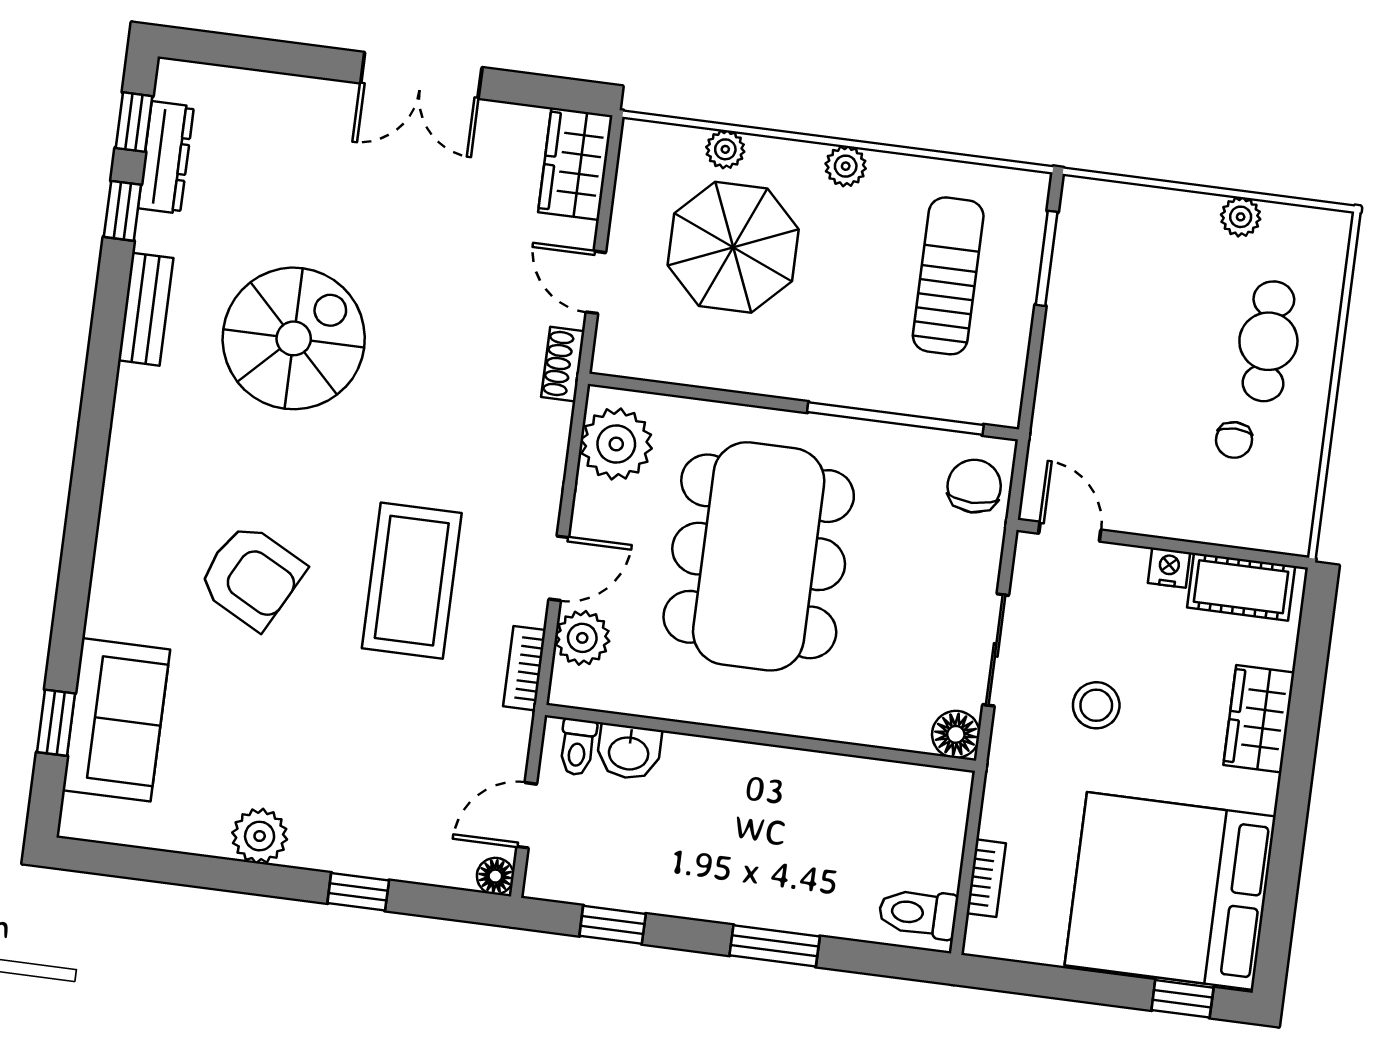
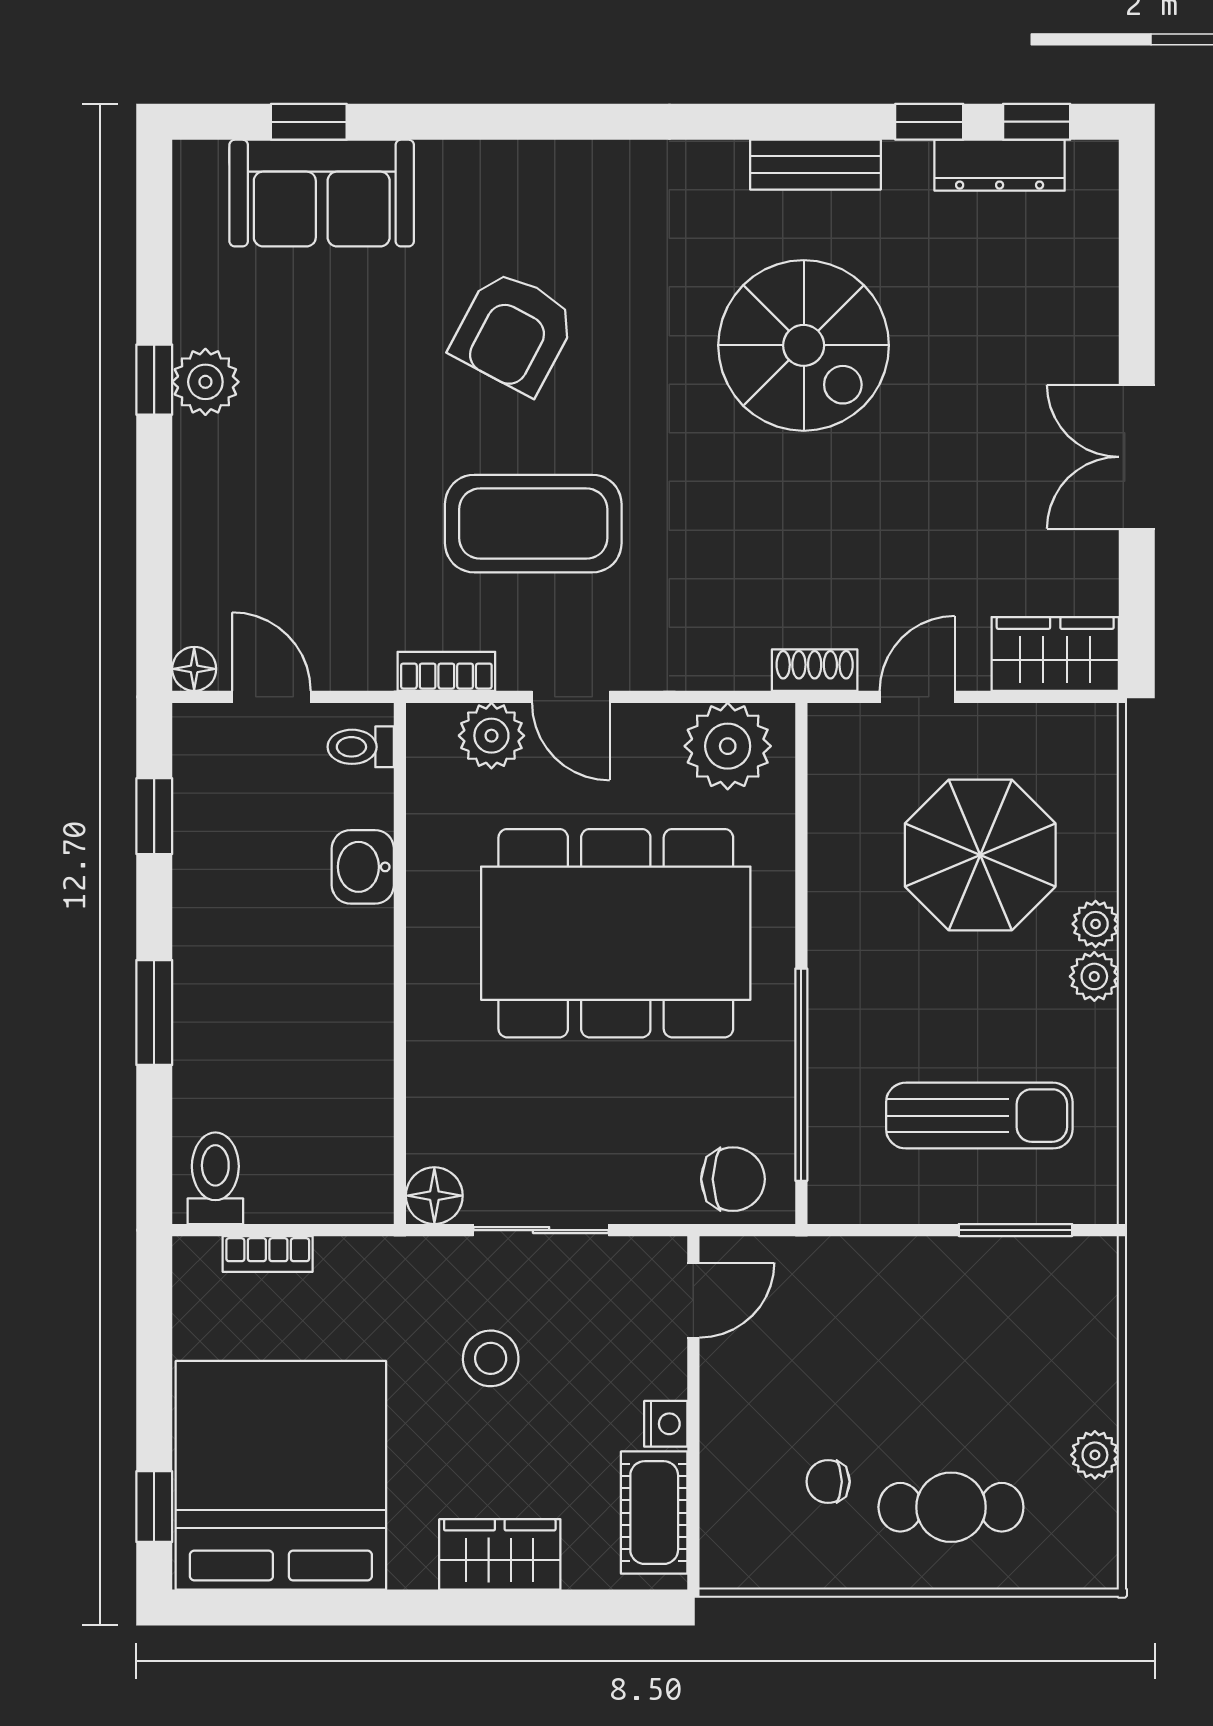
plant: (725, 149) -> (1096, 924), moved
washbasin: (629, 752) -> (363, 867), moved
window: (358, 892) -> (154, 380), moved

